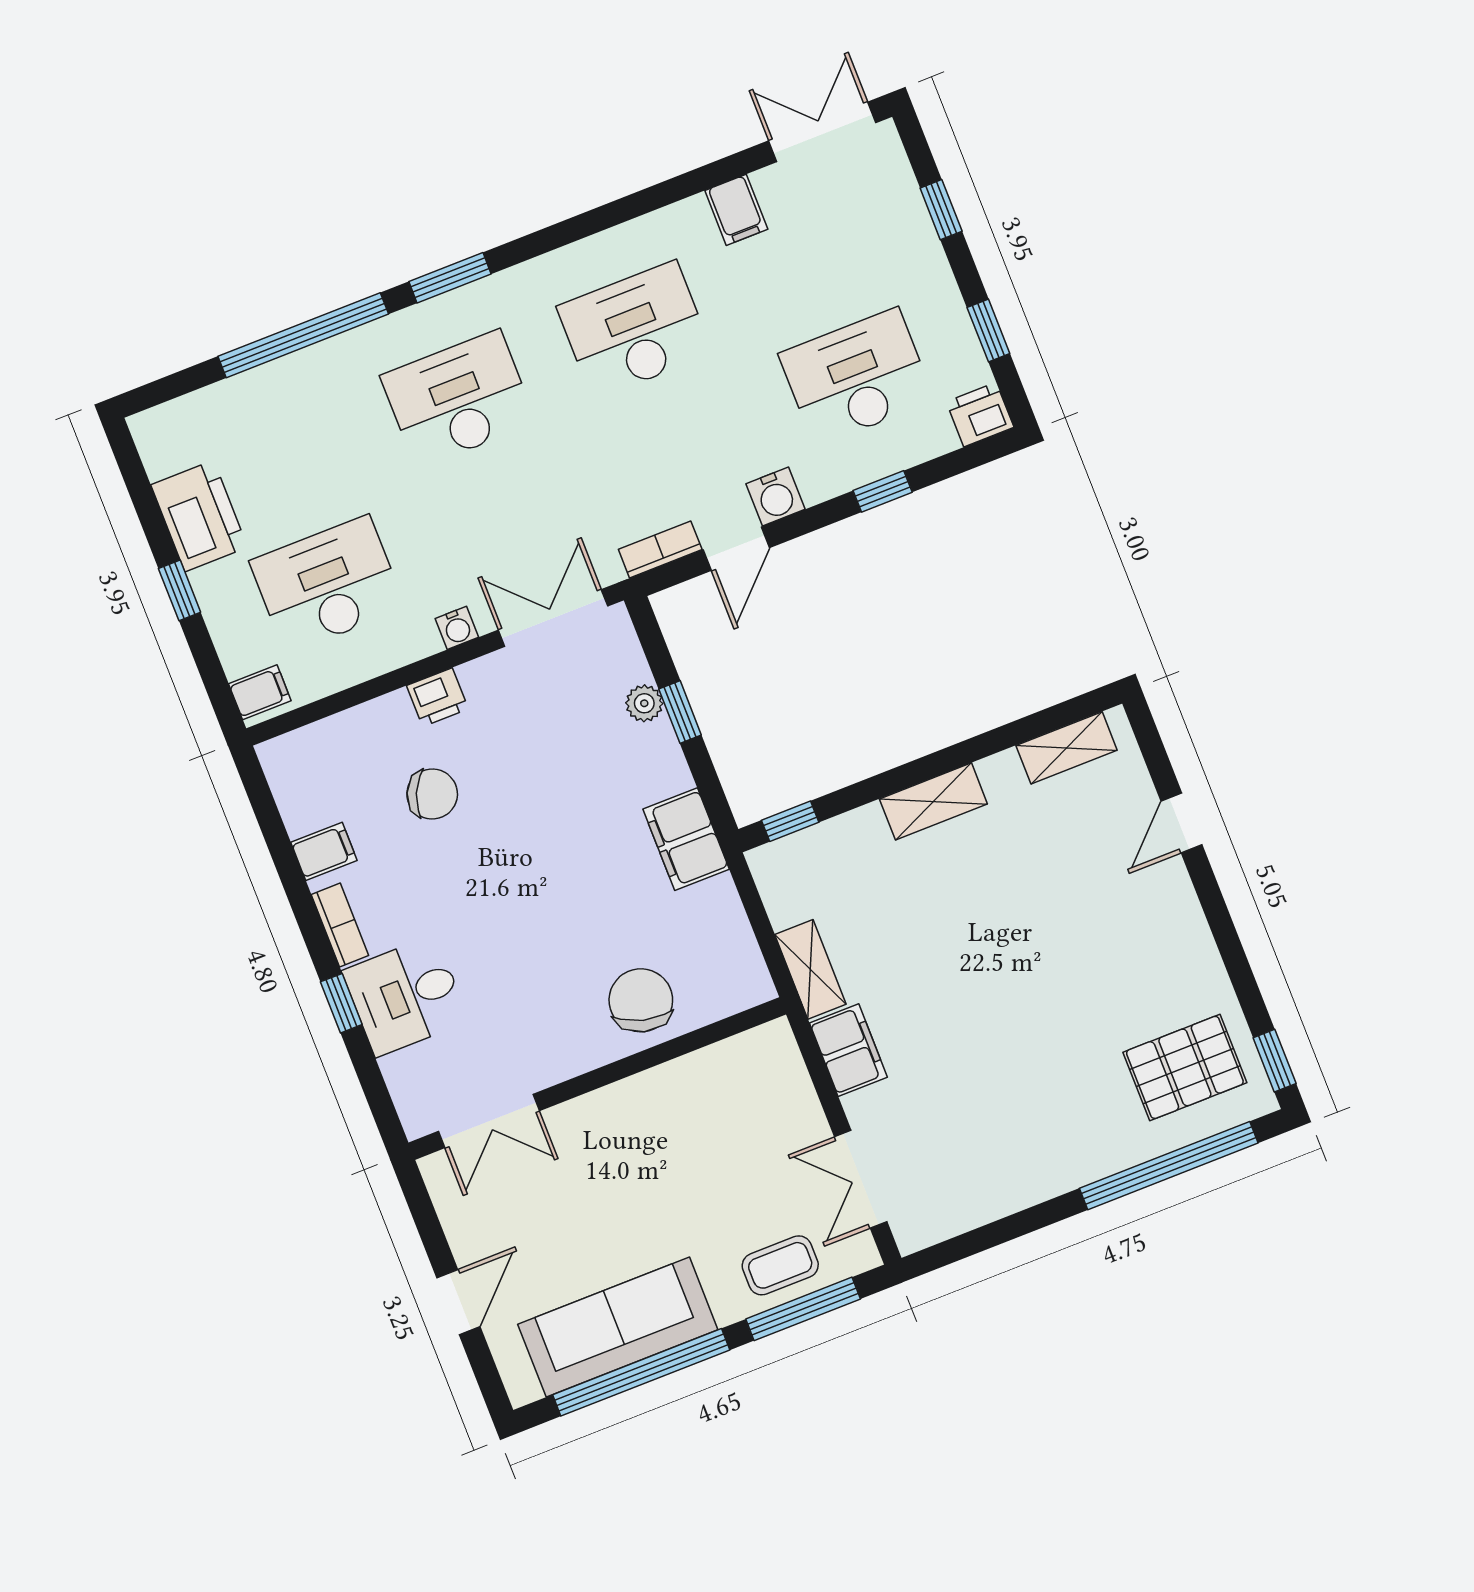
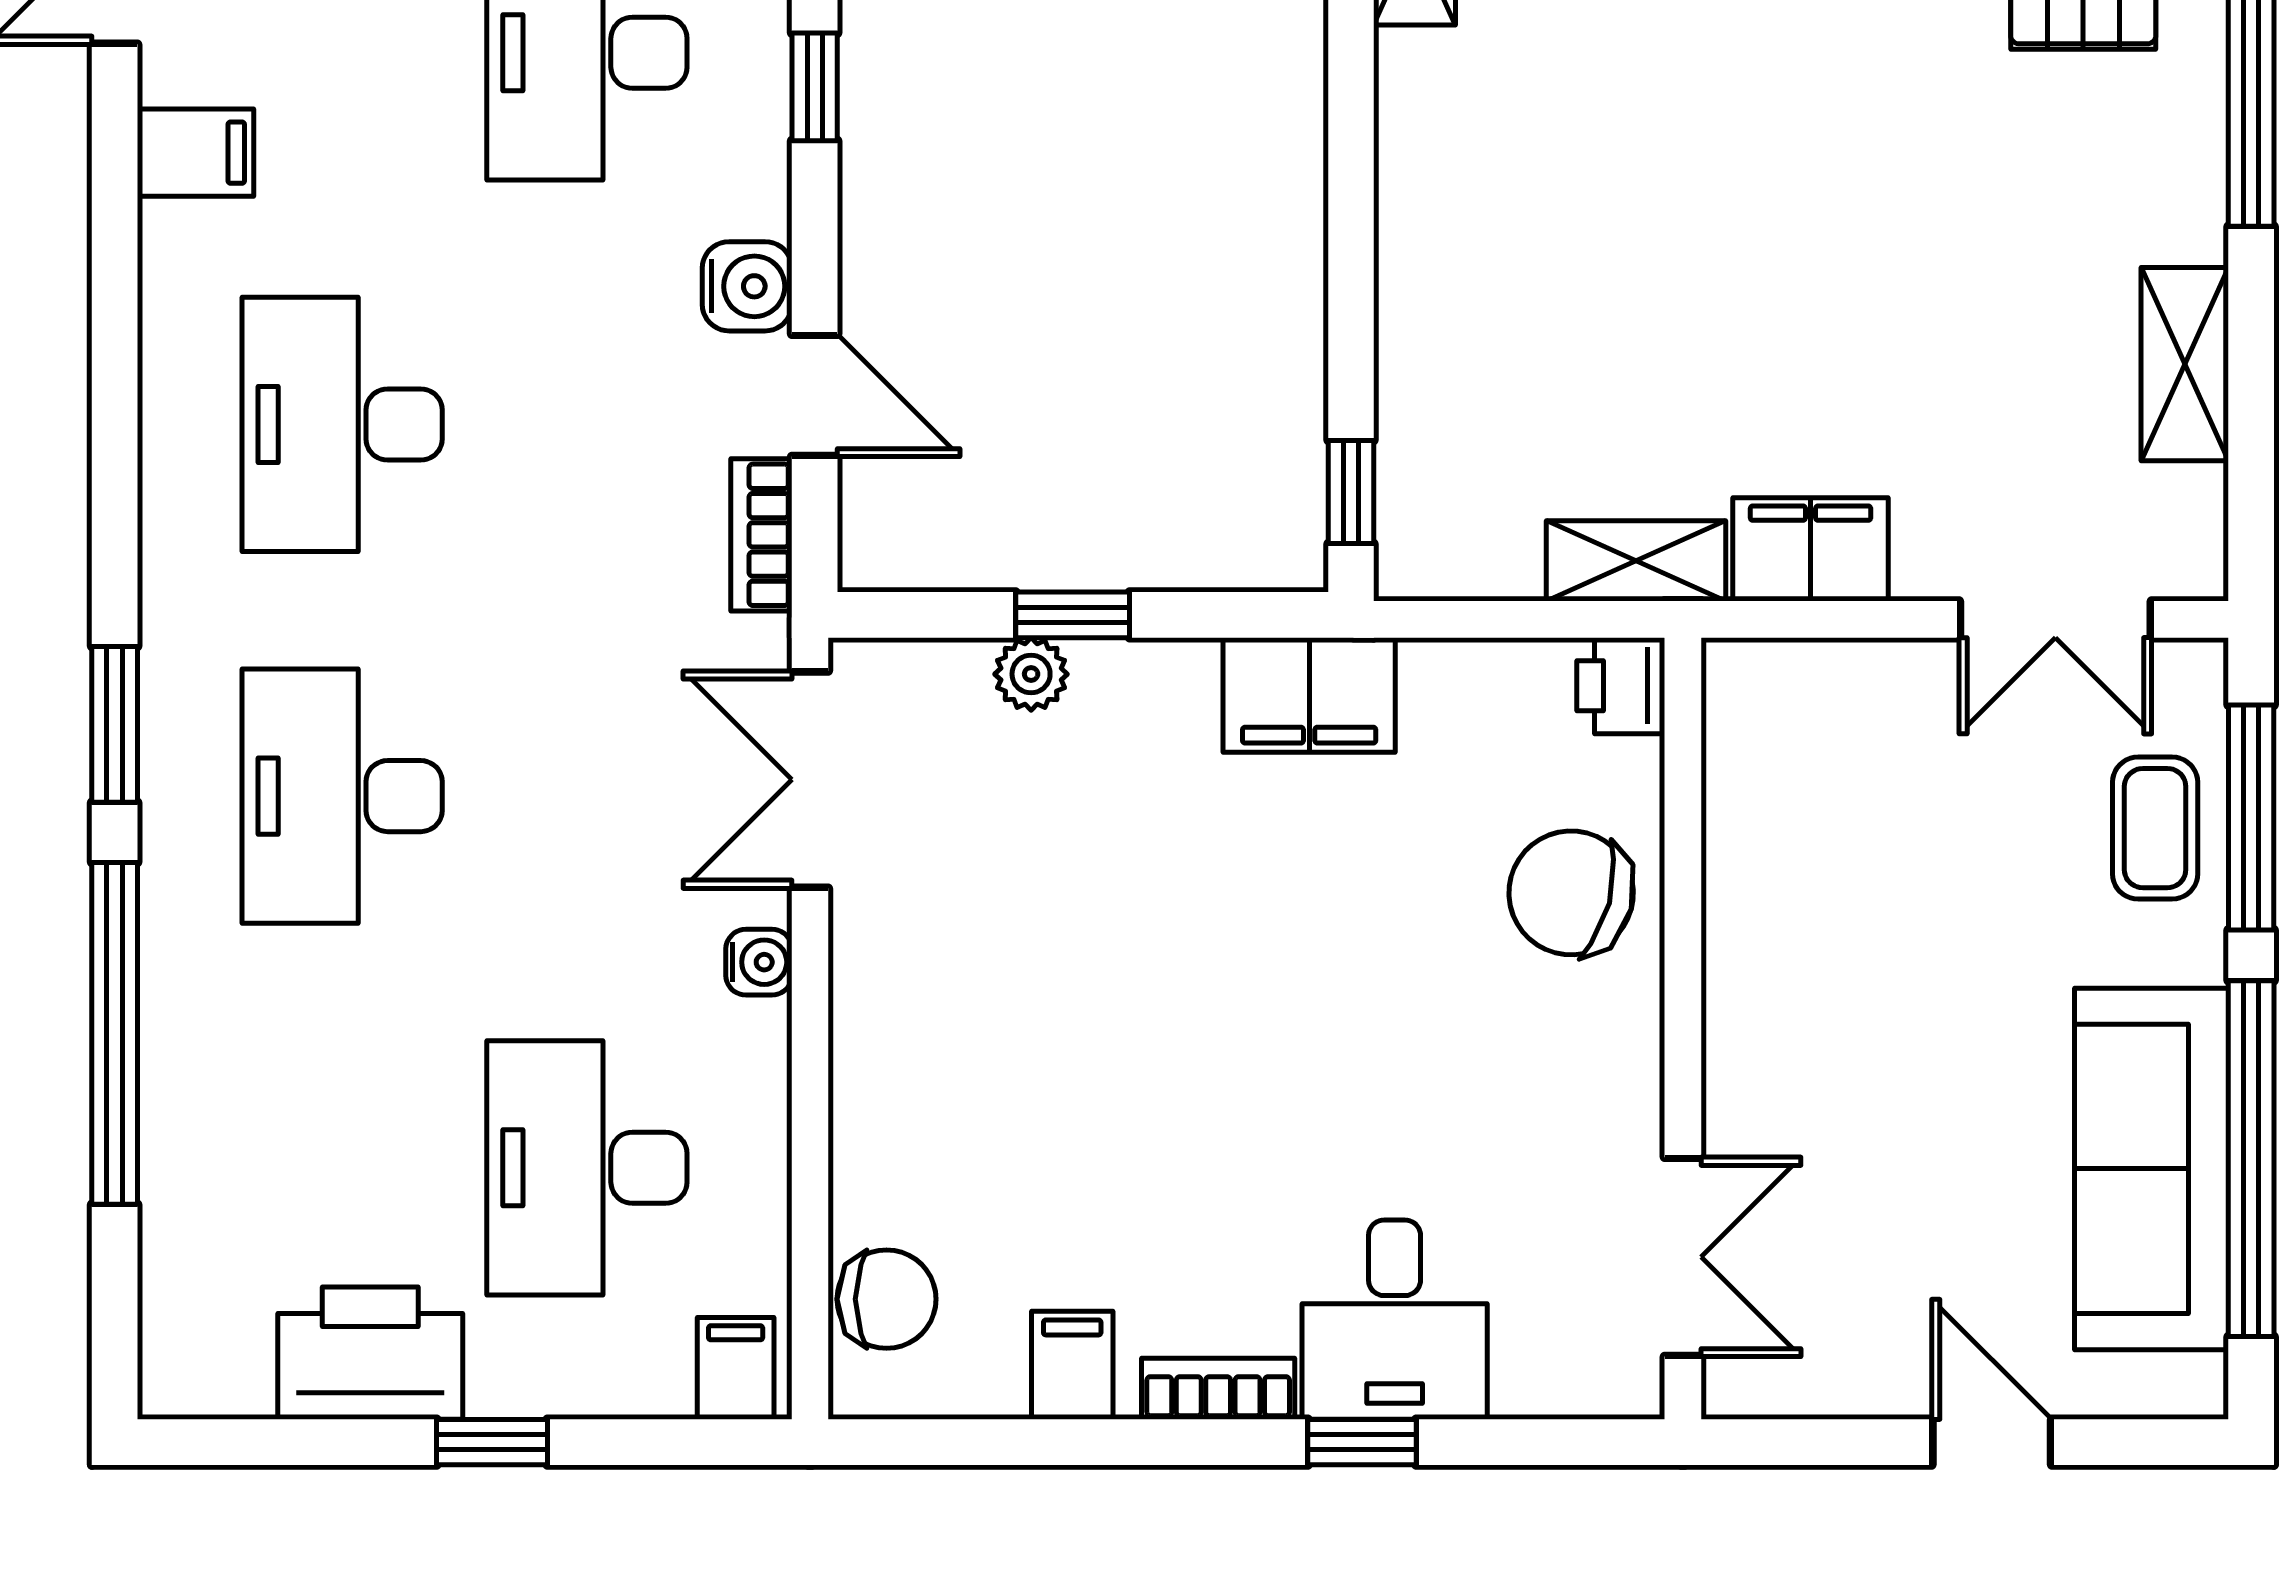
printer: (438, 697) -> (1621, 686), moved, turned 180
chair: (432, 794) -> (887, 1299), moved, turned 66
shelving: (933, 801) -> (2185, 364), moved

